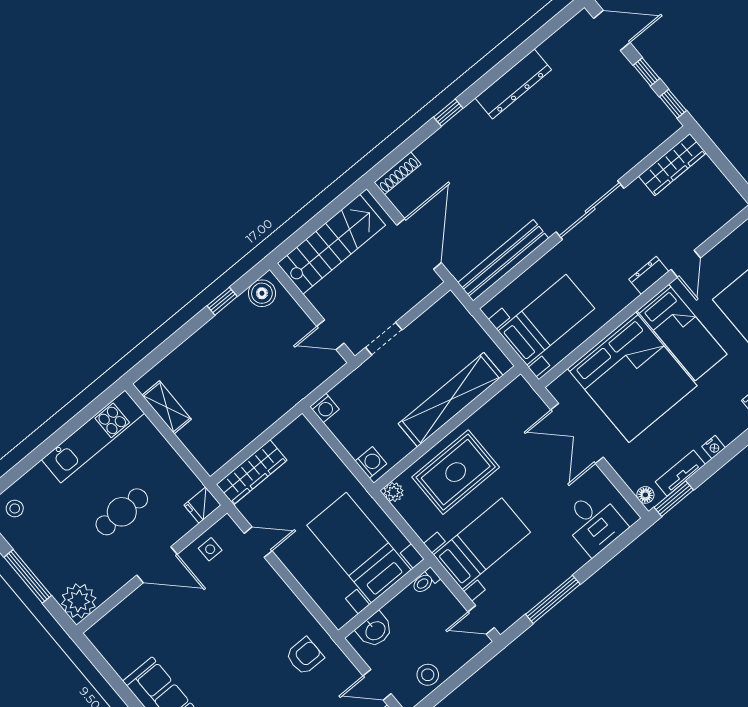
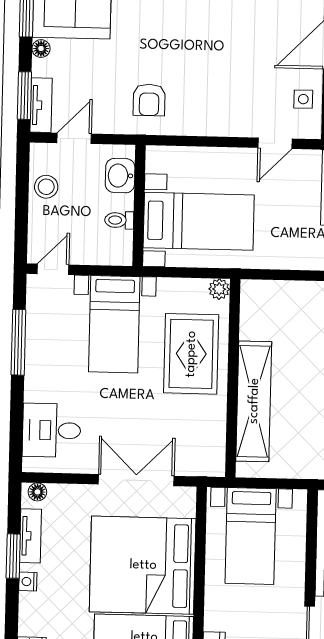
washing machine: (371, 462) -> (259, 292), removed
window: (674, 499) -> (13, 556), moved
toilet: (425, 581) -> (119, 220), moved, turned -90

